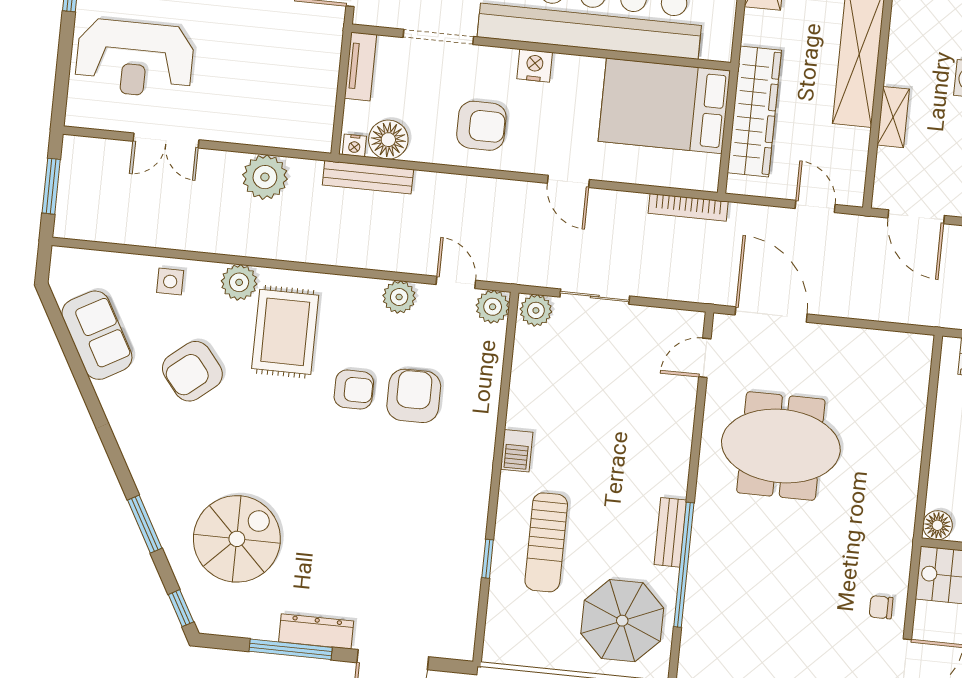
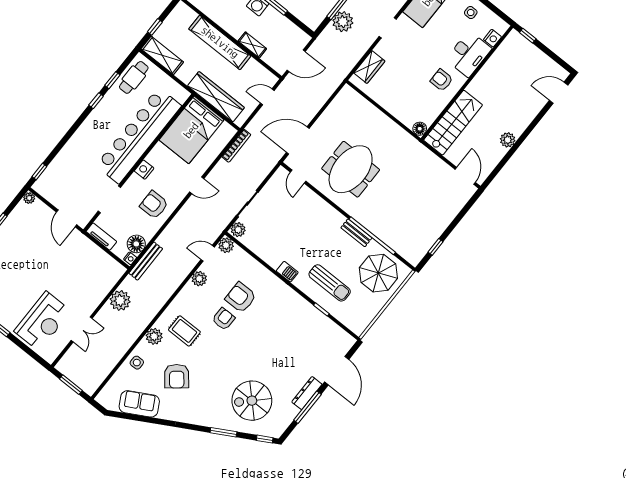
armchair: (481, 126) -> (154, 205), turned -90
rug: (285, 332) -> (184, 331), width x0.73, depth x0.70
spiral stairs: (237, 539) -> (252, 401), turned -90
chair: (881, 607) -> (437, 171), removed

